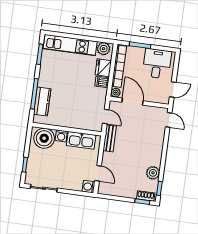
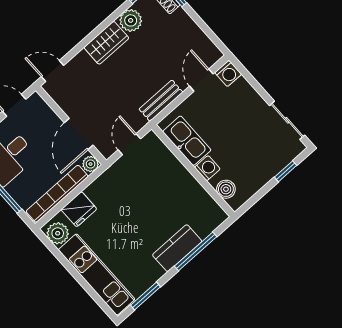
dishwasher: (102, 82) -> (96, 193), removed
kitchen counter: (42, 102) -> (177, 248), moved
door: (169, 120) -> (53, 71), hinge flipped
boiler: (44, 138) -> (226, 189), width x0.54, depth x0.54
bench: (110, 138) -> (161, 101), moved
wardrobe: (155, 153) -> (106, 43), added

